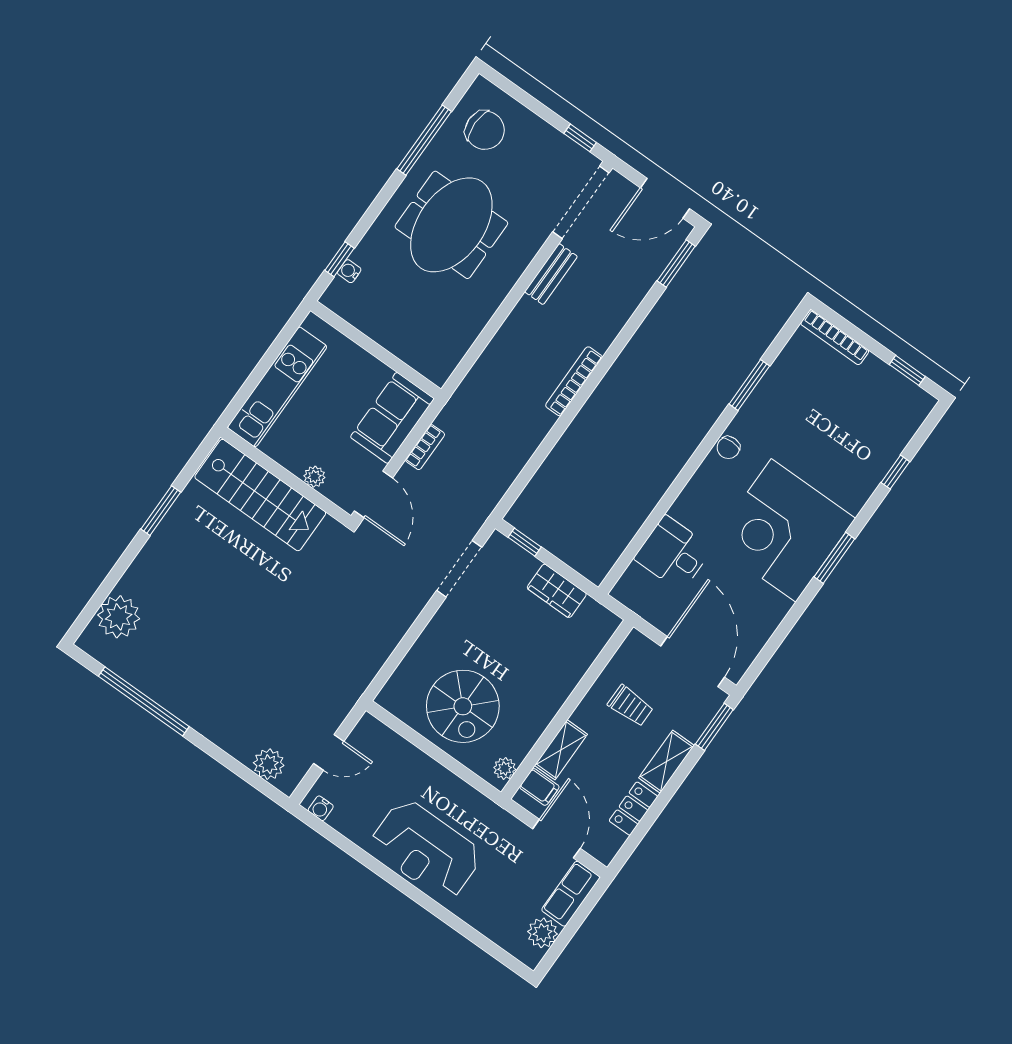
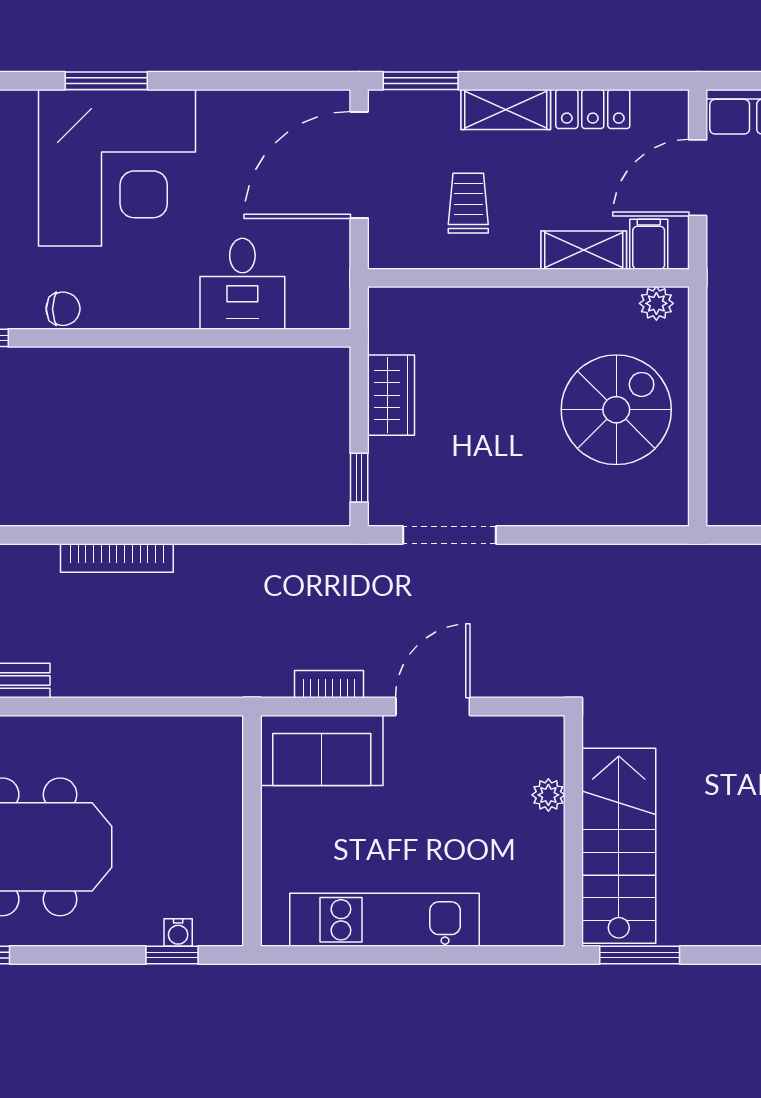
wall: (286, 476) -> (573, 831), moved
plant: (314, 477) -> (548, 795), moved
stairs: (260, 495) -> (619, 846), moved

